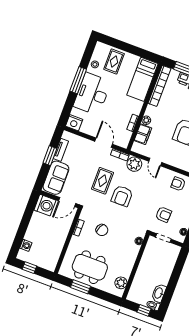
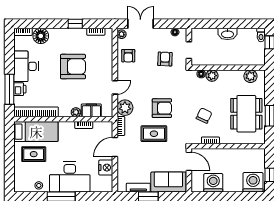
rug: (114, 61) -> (34, 154), moved
nightstand: (74, 123) -> (106, 168), moved
washing machine: (45, 205) -> (213, 183), moved
washing machine: (26, 245) -> (253, 182), width x1.89, depth x1.89
plant: (134, 250) -> (212, 76), added
washbasin: (159, 293) -> (228, 34), moved

